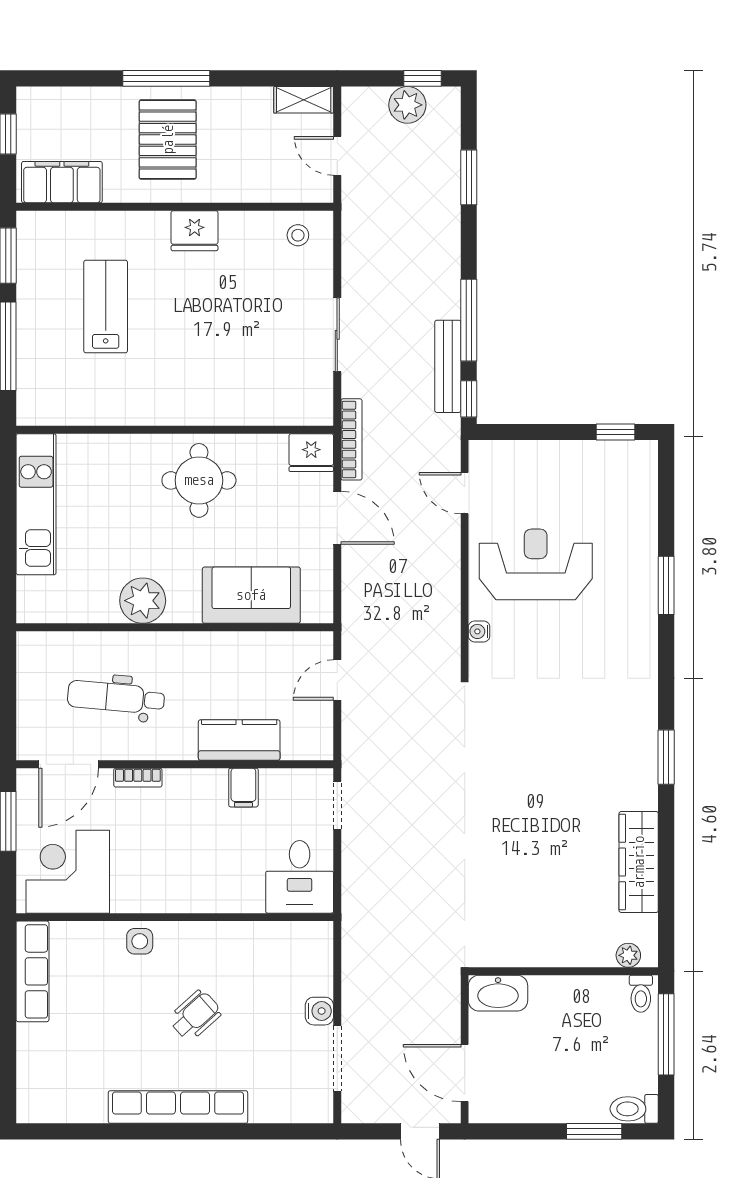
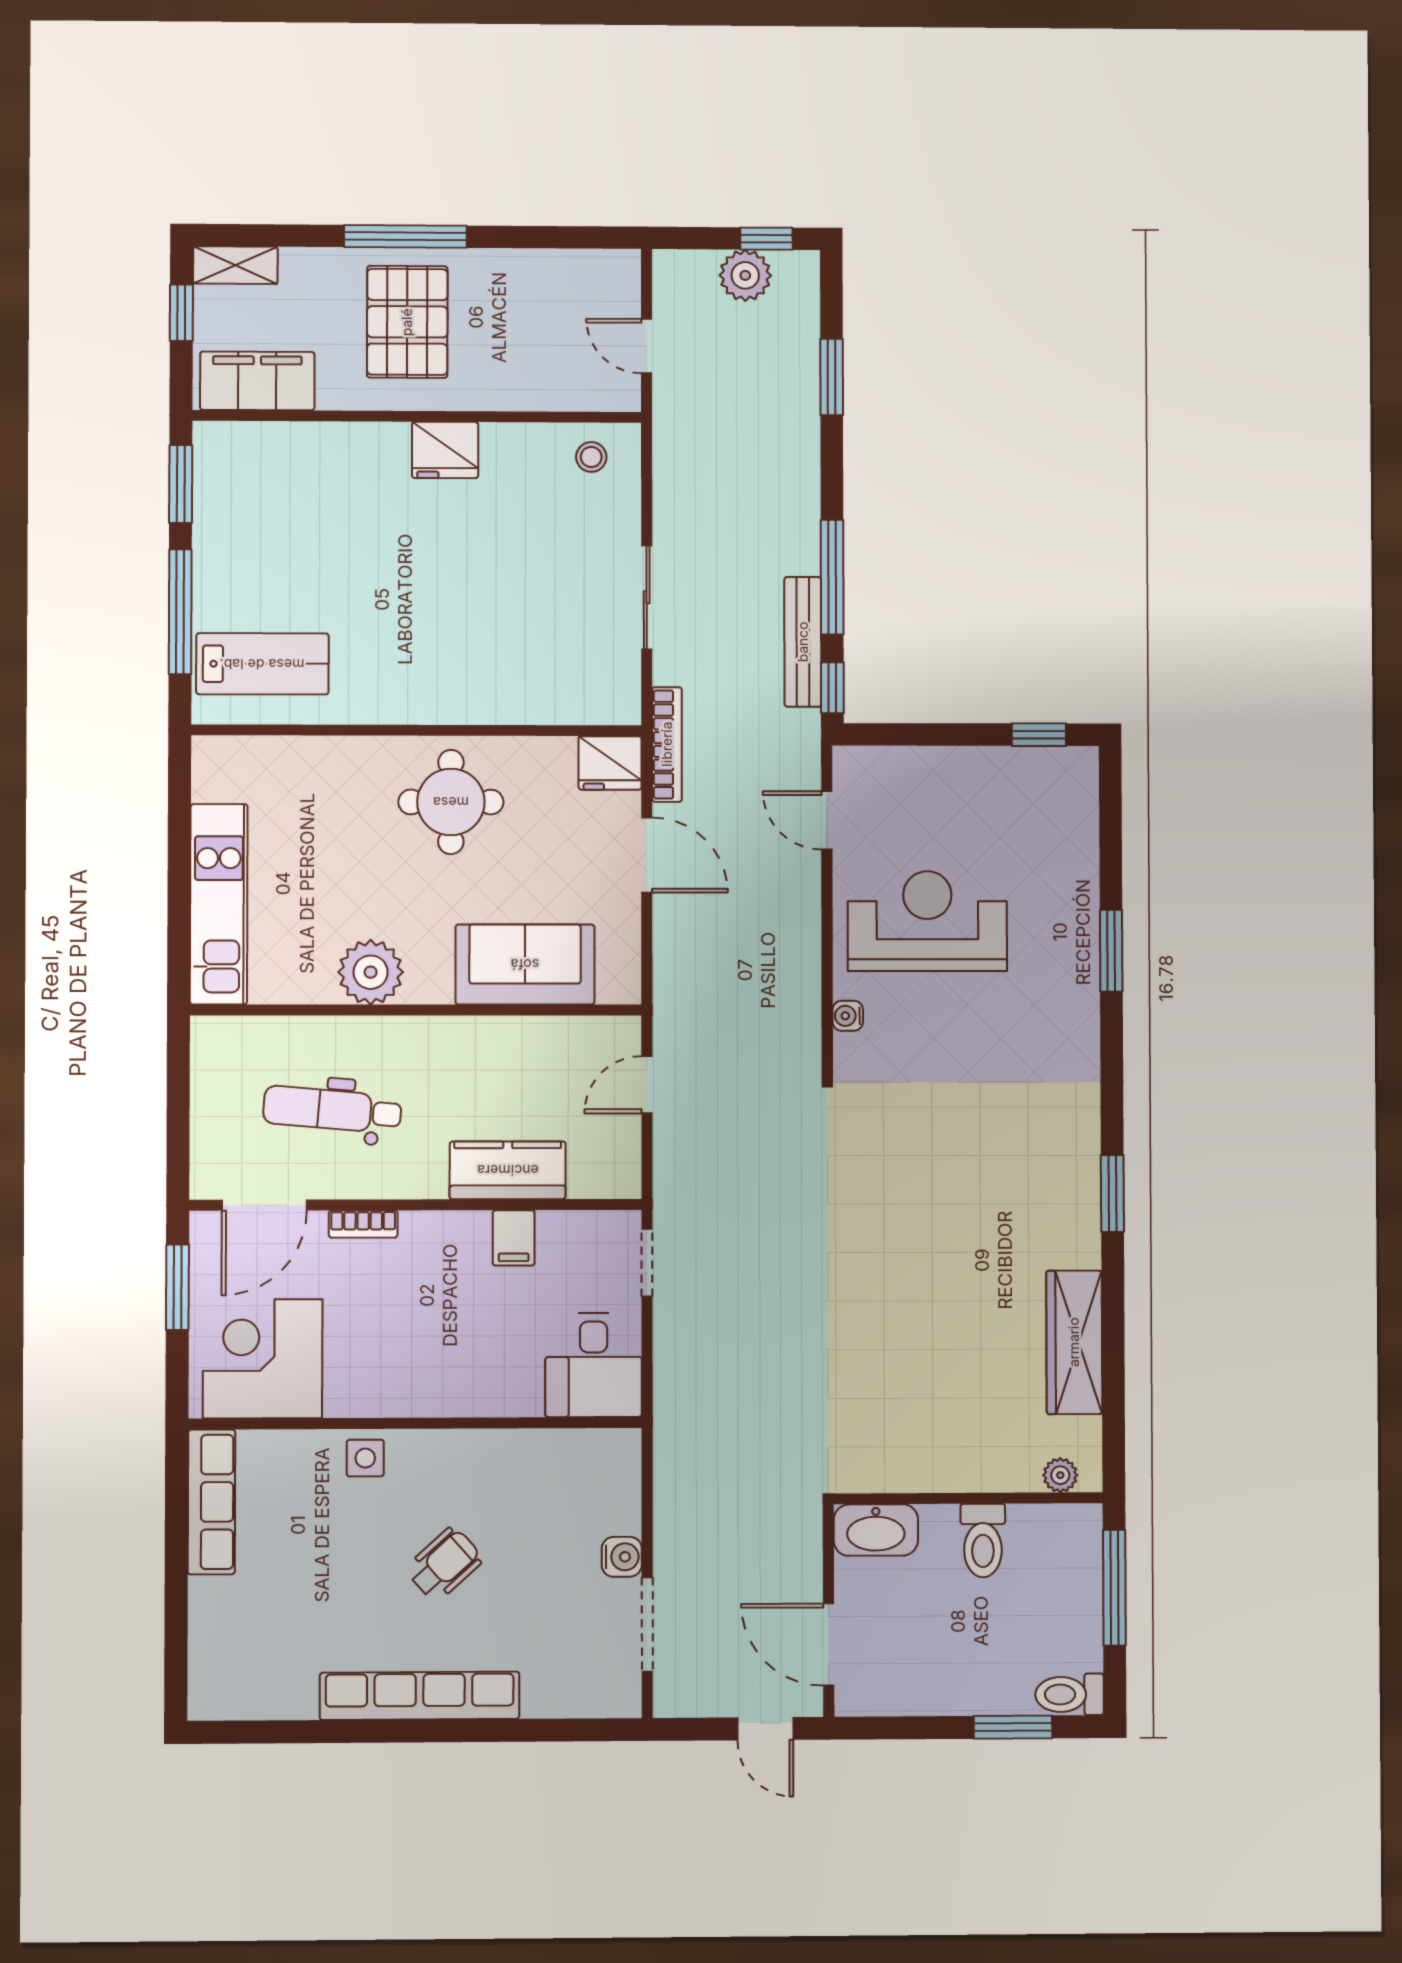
shelving: (304, 100) -> (235, 265), moved
lab bench: (106, 307) -> (262, 664), moved, turned 90
kitchen unit: (36, 504) -> (219, 904), moved
toilet: (641, 994) -> (983, 1541), moved, width x1.37, depth x1.39

